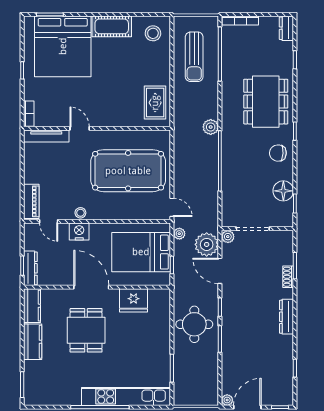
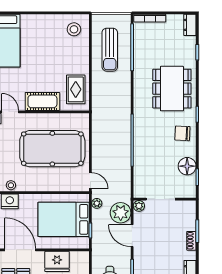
cot: (112, 26) -> (42, 101), moved
plant: (211, 127) -> (124, 111), removed

